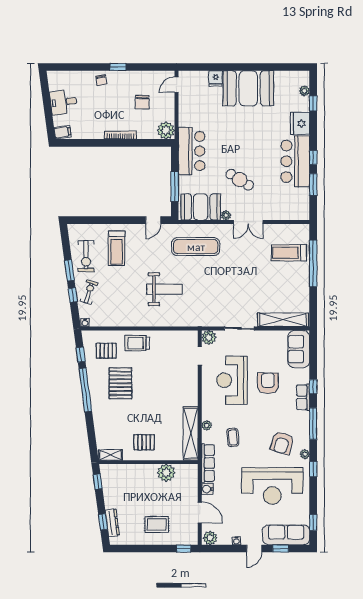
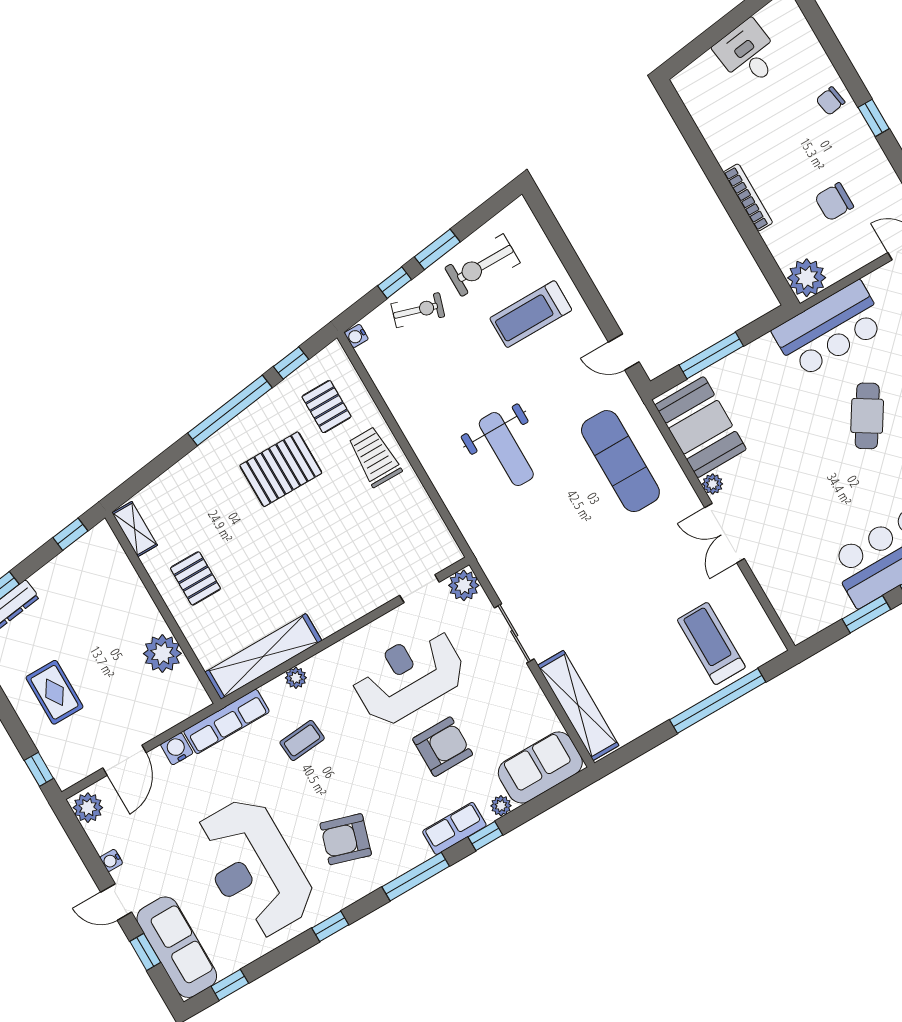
filing cabinet: (62, 132) -> (690, 85), removed
bar counter: (192, 151) -> (829, 329), moved
cafe table: (240, 180) -> (867, 416), moved
plant: (305, 454) -> (501, 806), moved

